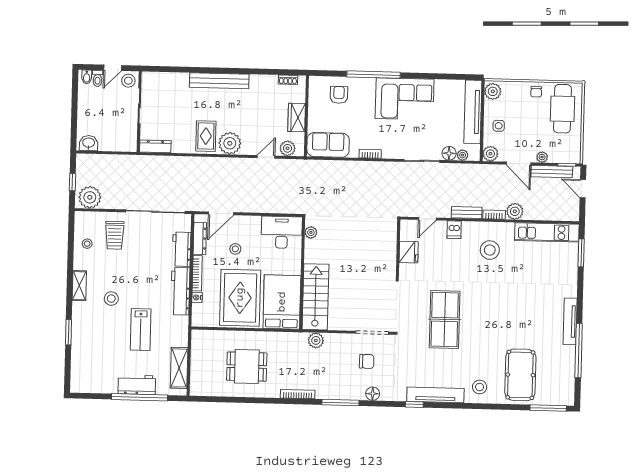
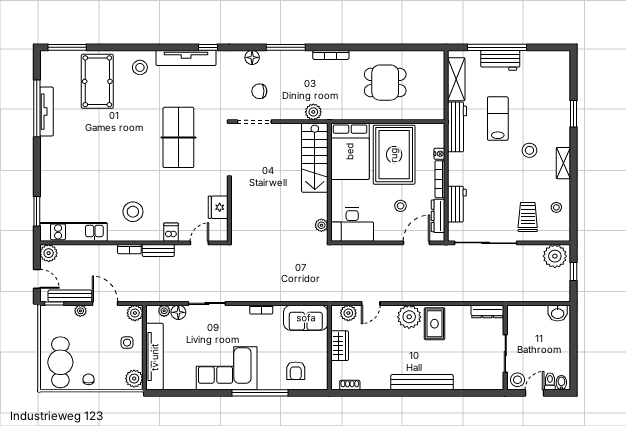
plant: (515, 211) -> (49, 253), moved
workbench: (180, 291) -> (457, 127), moved
tv unit: (570, 321) -> (47, 112), moved

